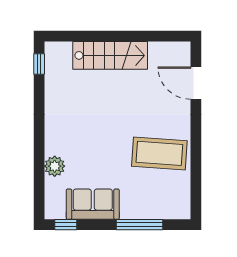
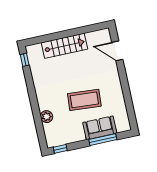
coffee table: (159, 153) -> (84, 100), moved
sofa: (93, 204) -> (100, 128), moved

